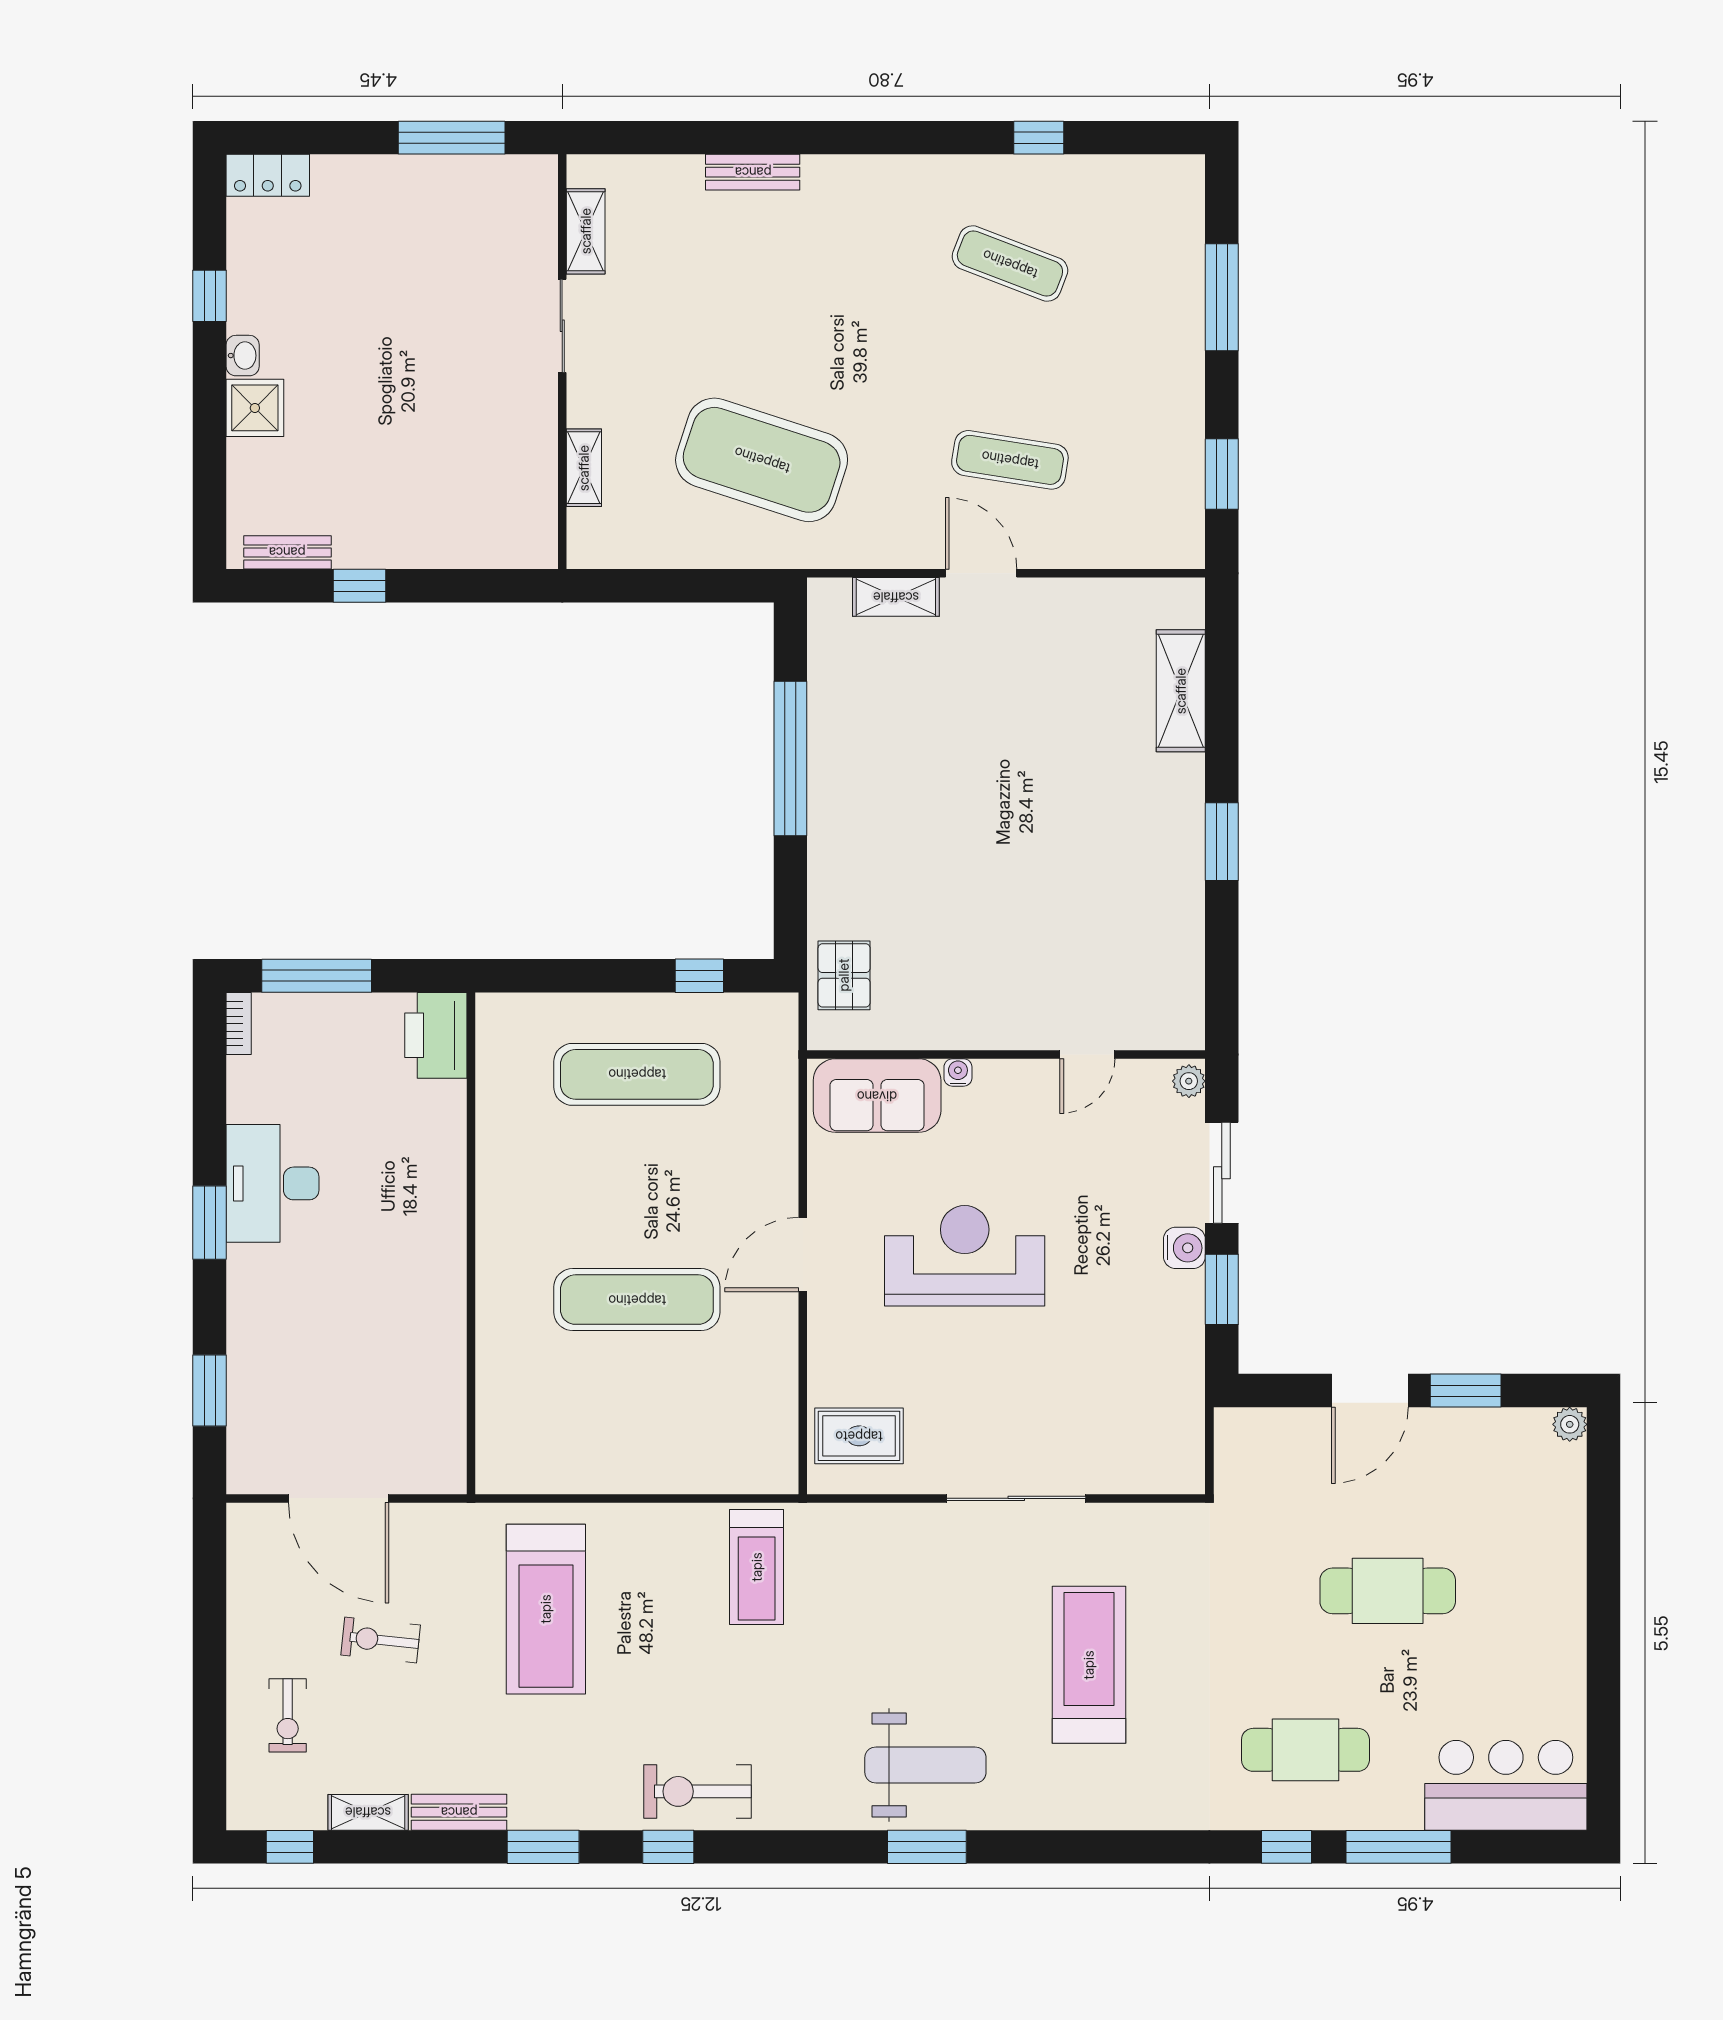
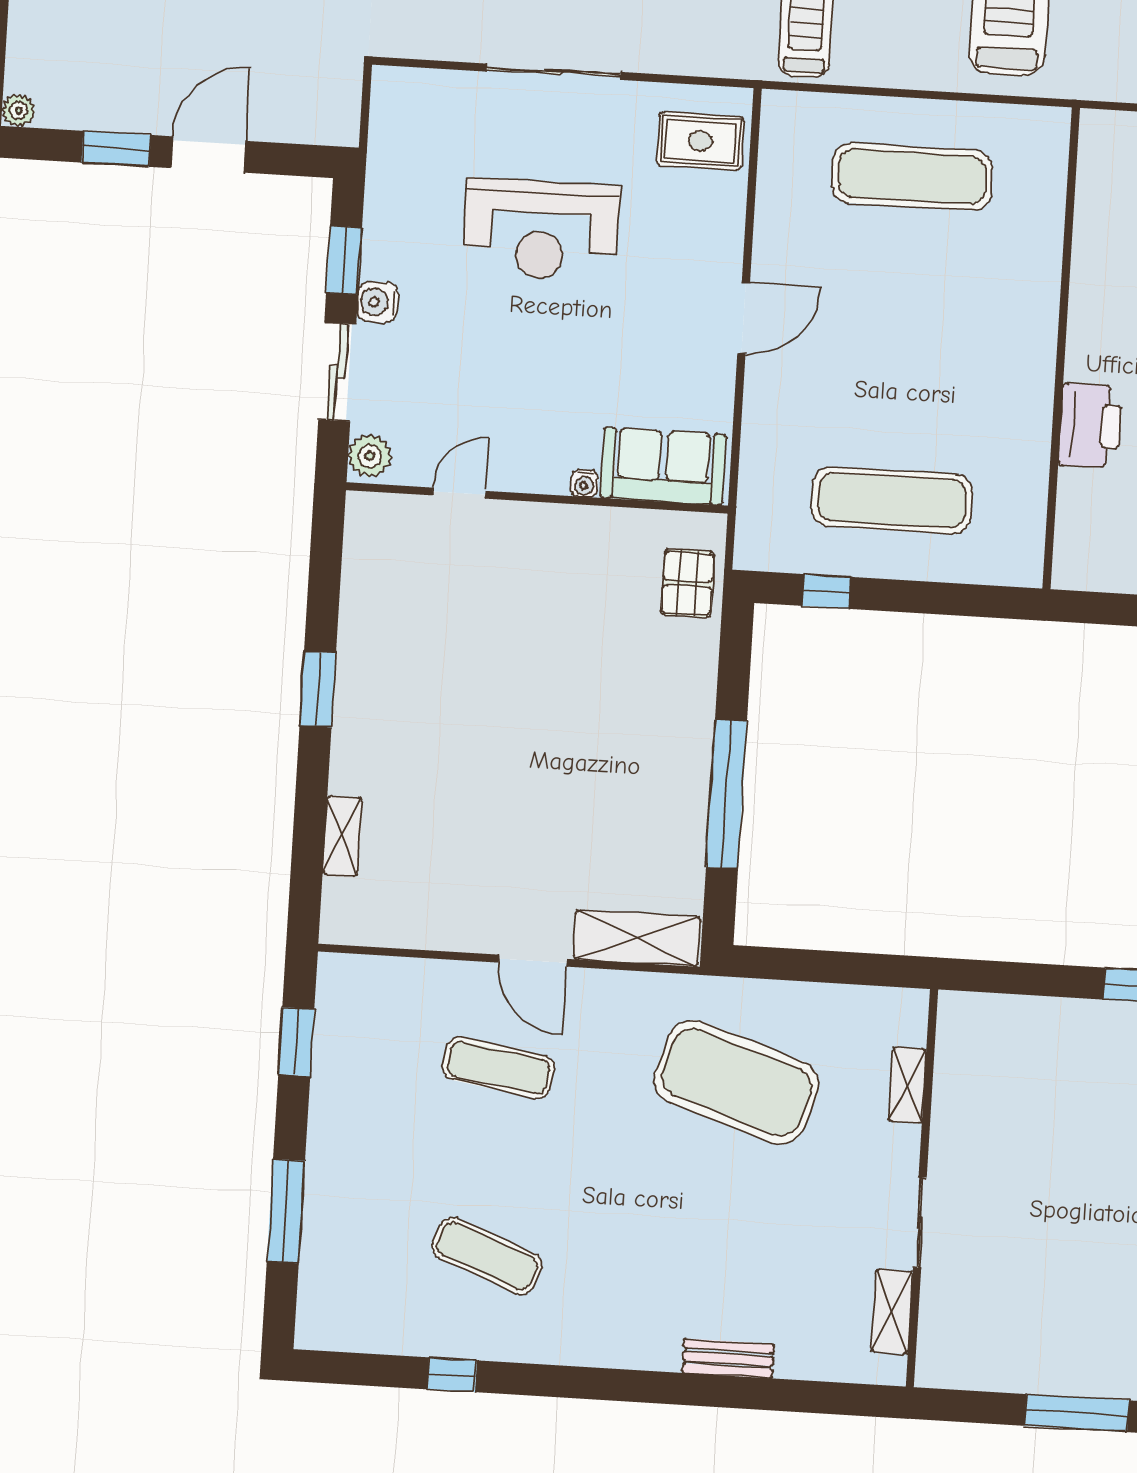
window: (452, 138) -> (1077, 1413), moved
shelving: (896, 597) -> (637, 938), width x1.50, depth x1.33
shelving: (1181, 691) -> (342, 836), width x0.67, depth x0.75
printer: (436, 1035) -> (1090, 426), moved
plant: (1189, 1081) -> (370, 456), width x1.38, depth x1.38
reception desk: (965, 1256) -> (541, 230), moved
exercise mat: (637, 1300) -> (912, 177), moved

